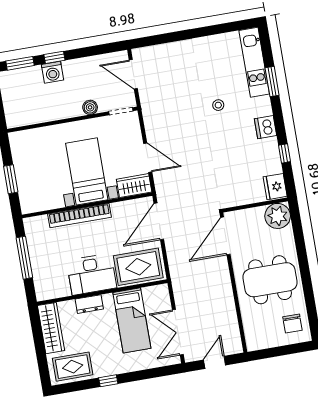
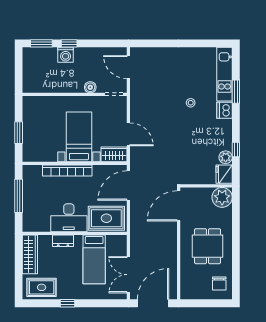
dishwasher: (265, 127) -> (225, 110), moved
plant: (273, 165) -> (226, 157), added
dining table: (270, 280) -> (208, 246), width x0.73
door: (215, 362) -> (153, 303), width x1.87

